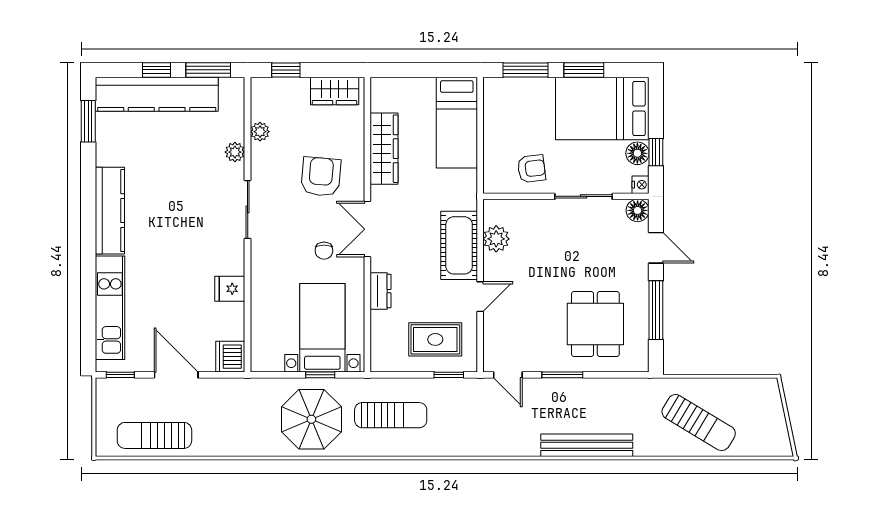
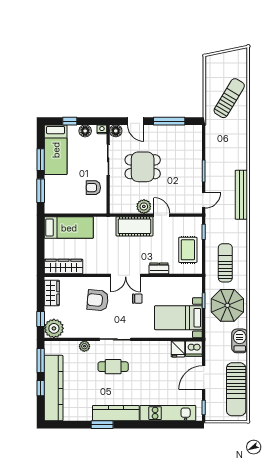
bed: (602, 108) -> (56, 150), width x0.67
window: (88, 121) -> (102, 425), moved
plant: (260, 132) -> (54, 328), moved, width x1.87, depth x1.87
wardrobe: (384, 149) -> (63, 266), moved
window: (656, 152) -> (70, 121), moved
armchair: (531, 169) -> (93, 188), turned -83
cafe table: (197, 206) -> (113, 367), added
plant: (496, 239) -> (144, 206), moved
door: (656, 248) -> (136, 121), swing flipped
fridge: (230, 289) -> (178, 349), moved
dining table: (595, 324) -> (143, 167), moved
bed with nightstands: (322, 328) -> (178, 318), moved
rug: (435, 339) -> (188, 250), moved
sun lounger: (154, 435) -> (236, 389), width x1.36, depth x1.34
barbecue: (245, 442) -> (240, 341), added
bench: (587, 445) -> (241, 195), moved

